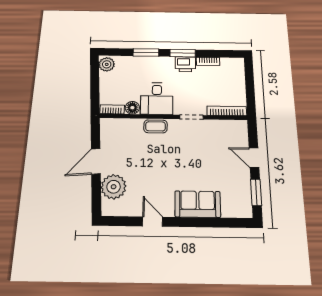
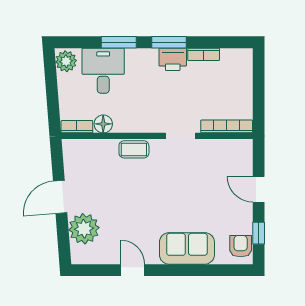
desk: (157, 98) -> (103, 71), moved, turned 180
window: (256, 192) -> (259, 233), width x0.67
armchair: (242, 203) -> (241, 246), added

